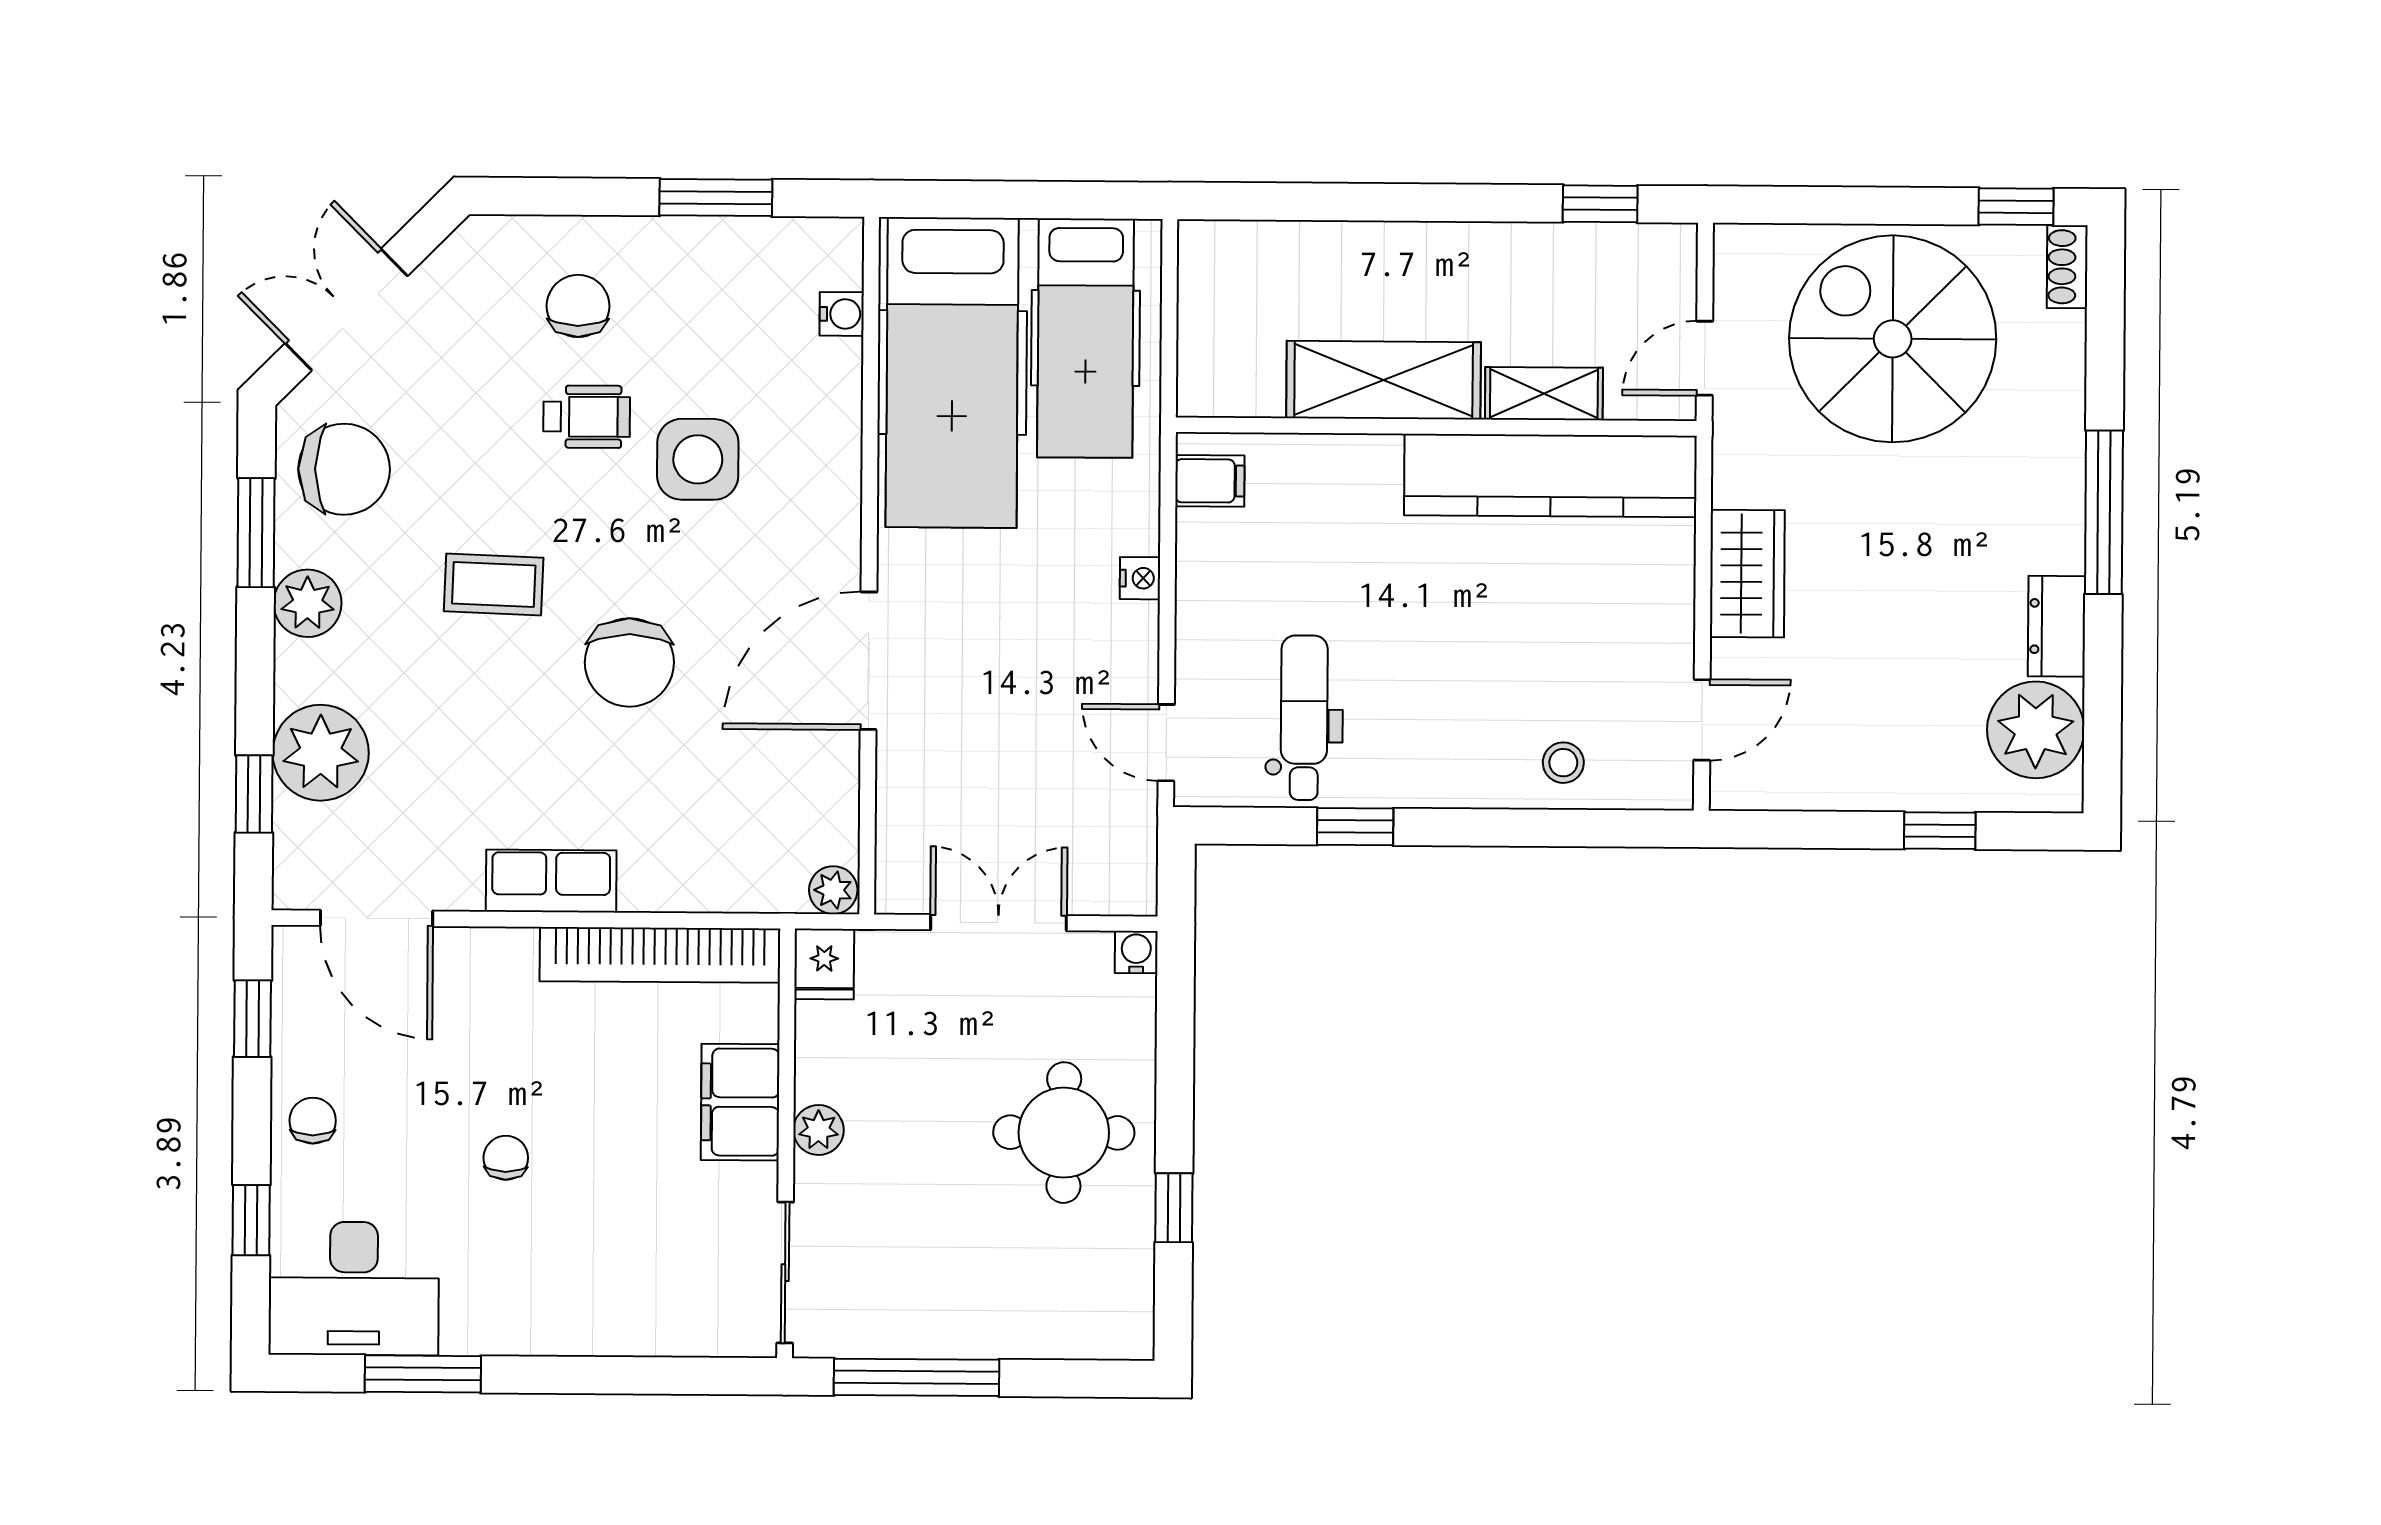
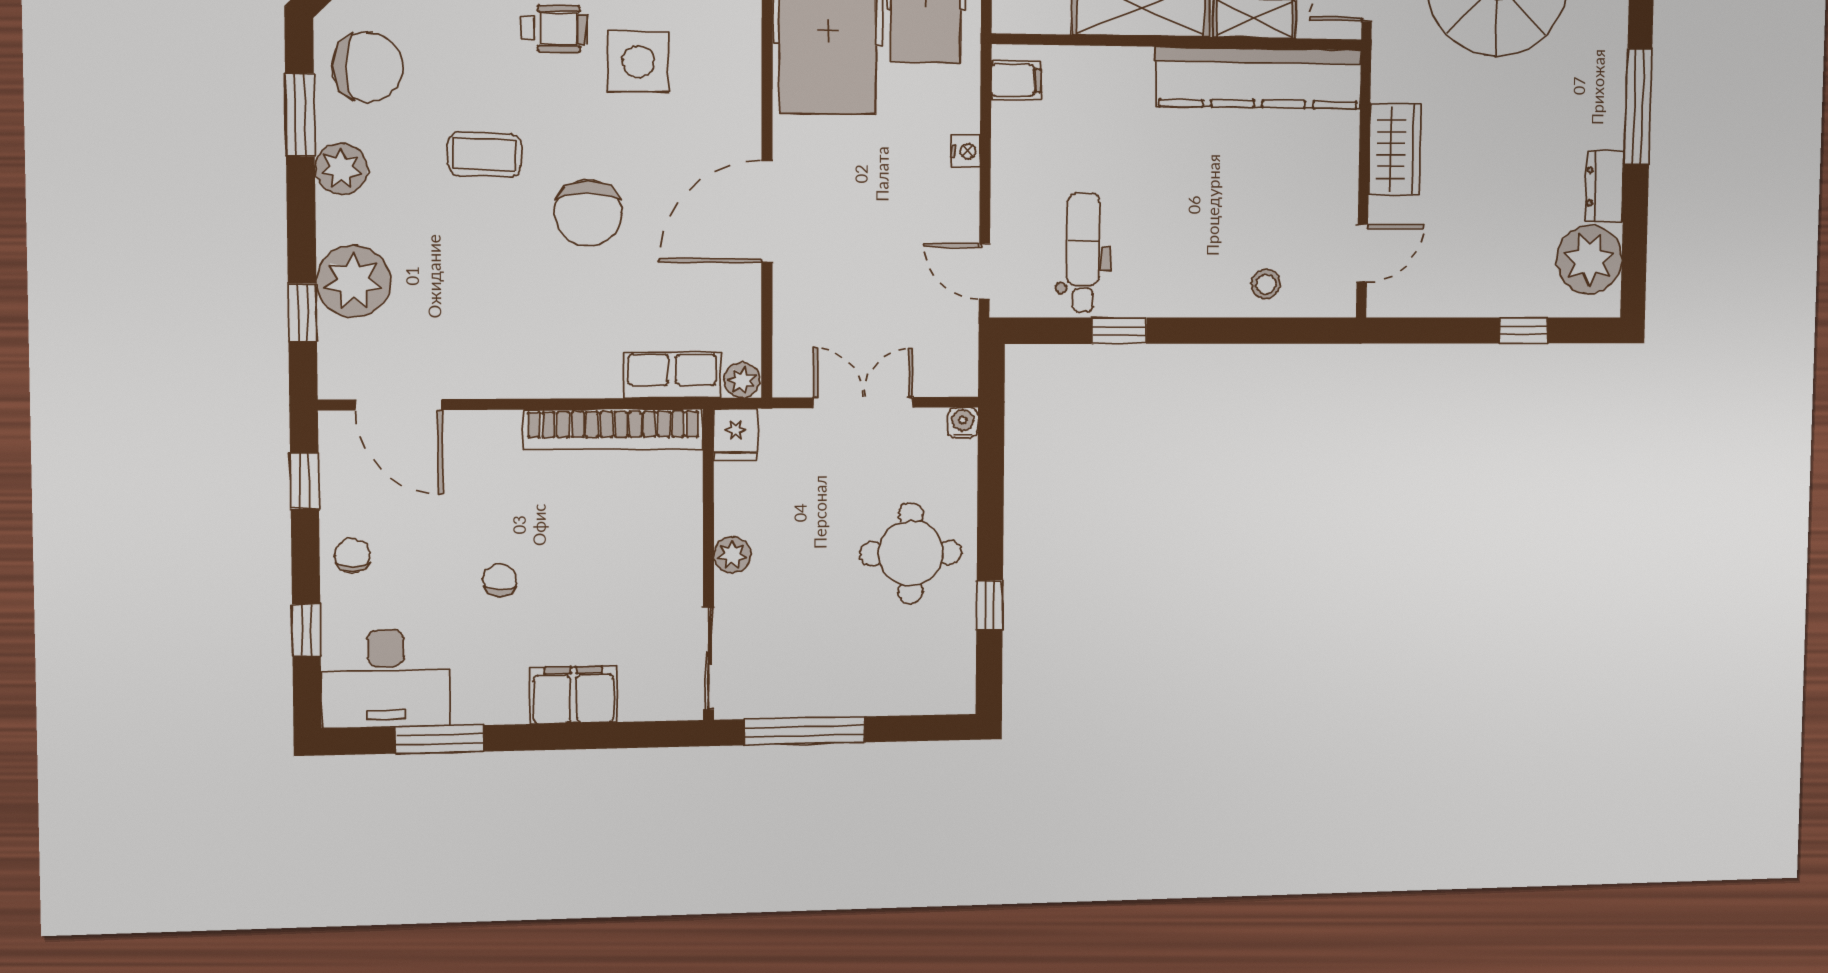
row of seats: (551, 881) -> (672, 375), moved
filing cabinet: (740, 1102) -> (574, 695), moved, turned 90

